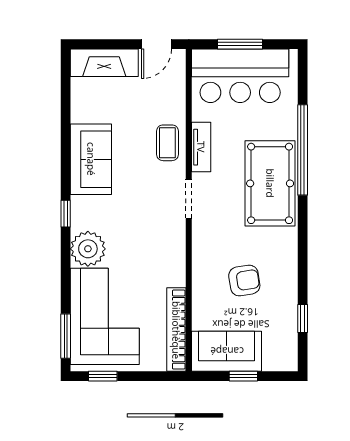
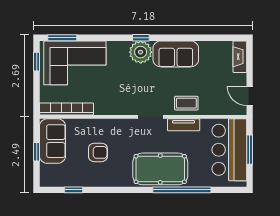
fireplace: (104, 63) -> (240, 57), width x0.73, depth x0.76
plant: (88, 249) -> (141, 52), moved
armchair: (244, 281) -> (98, 152), turned -81

